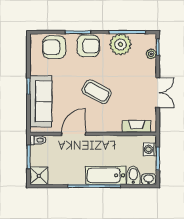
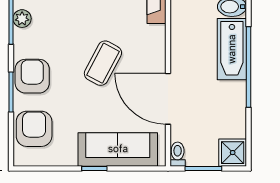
plant: (120, 44) -> (22, 19), width x0.53, depth x0.53
armchair: (54, 47) -> (34, 129), turned 180
door: (74, 134) -> (168, 99), width x1.36

